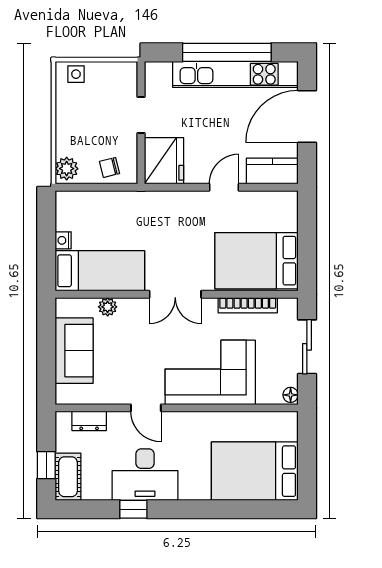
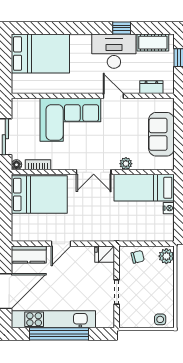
fridge: (164, 161) -> (105, 254), width x0.53, depth x0.75
double door: (175, 294) -> (94, 172), swing flipped
bookcase: (248, 305) -> (38, 165), width x0.64
plant: (108, 307) -> (126, 164), moved
floor lamp: (291, 395) -> (16, 165), moved
cot: (68, 477) -> (153, 43), moved, turned 90

